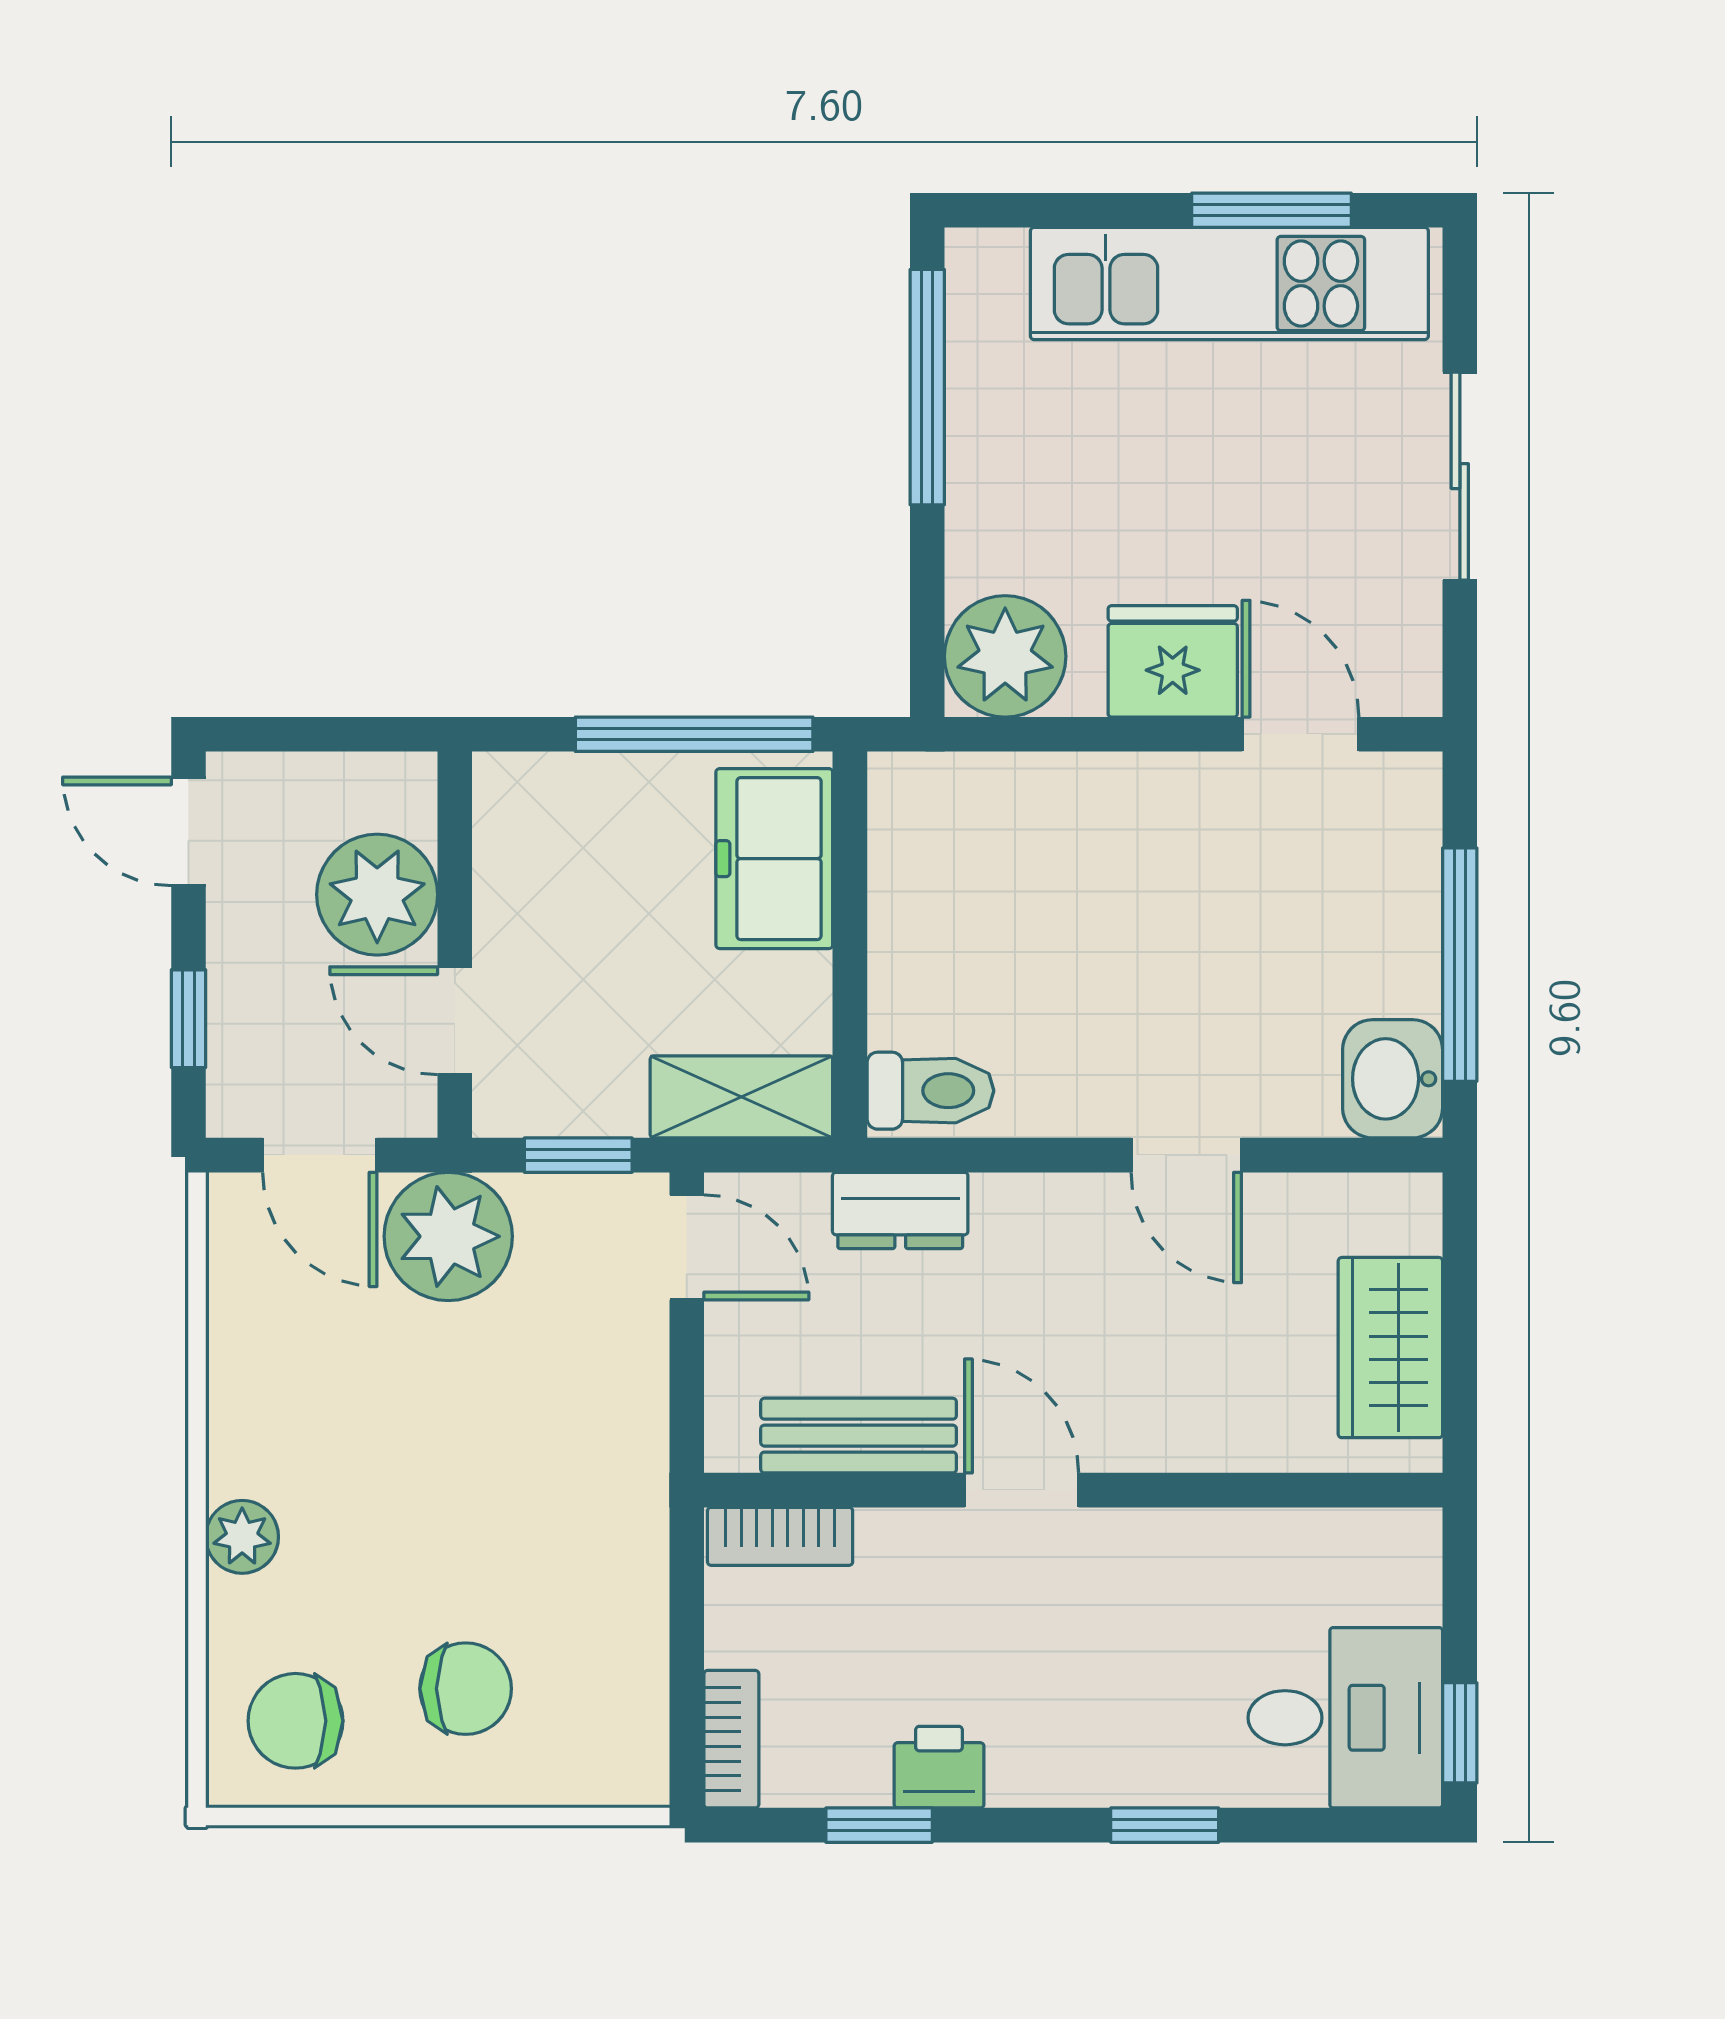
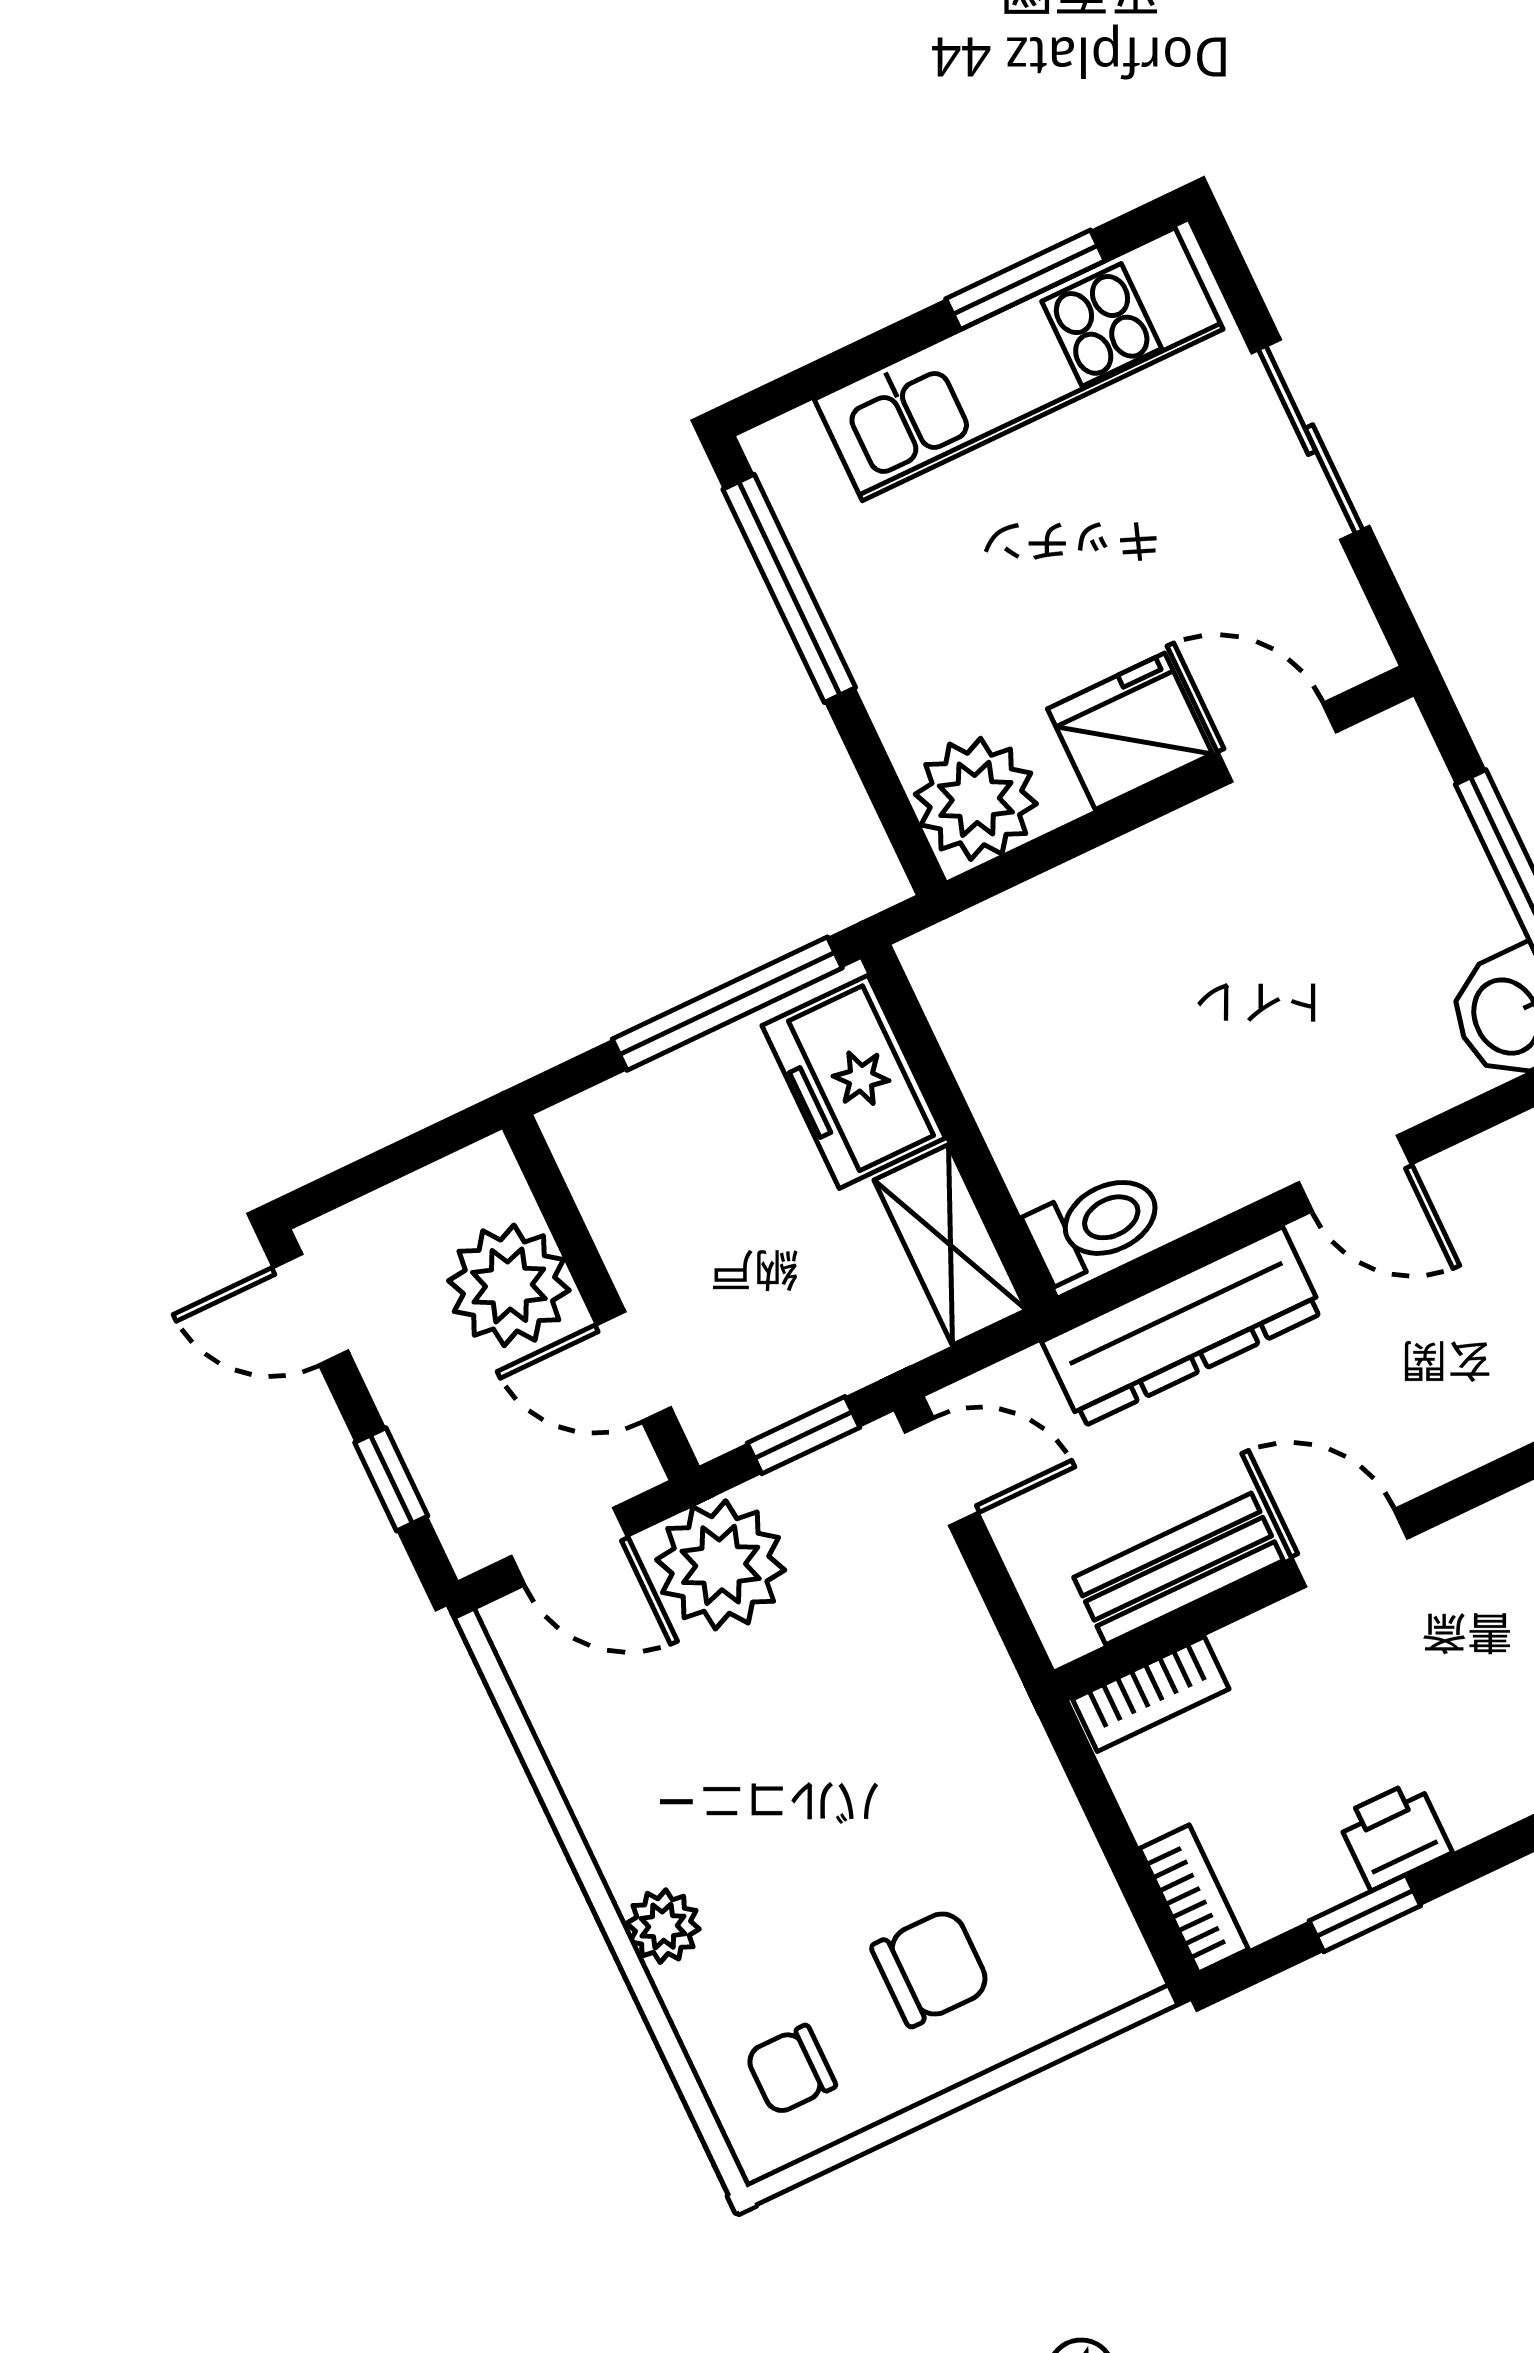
shelving: (741, 1097) -> (950, 1245), moved, turned 90
dresser: (900, 1210) -> (1182, 1327), width x1.96, depth x1.24
chair: (295, 1721) -> (791, 2070), width x0.73, depth x0.73

